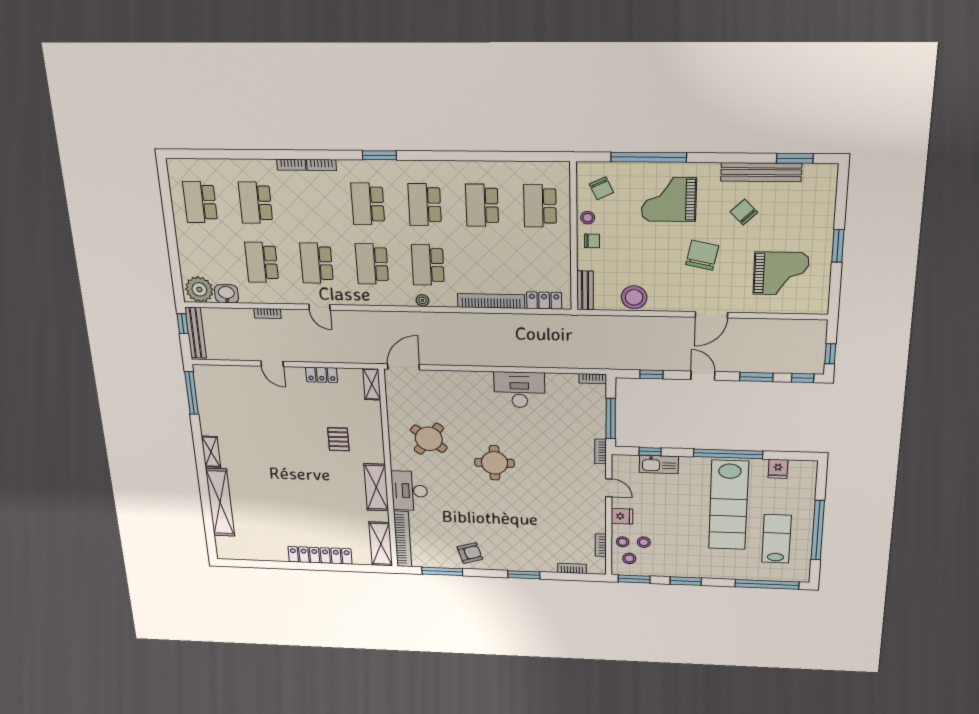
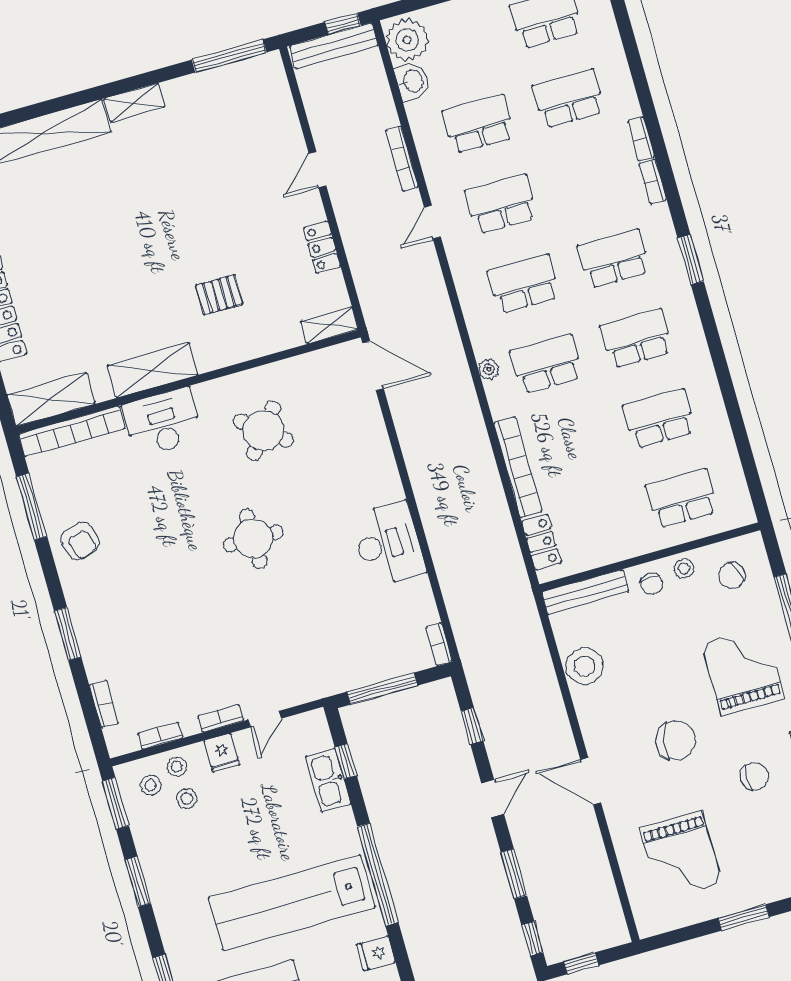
chair: (744, 212) -> (755, 776), turned 44
bench: (585, 290) -> (585, 592), width x1.36
bookcase: (267, 313) -> (402, 158), width x1.56
bookcase: (601, 451) -> (220, 718), moved

